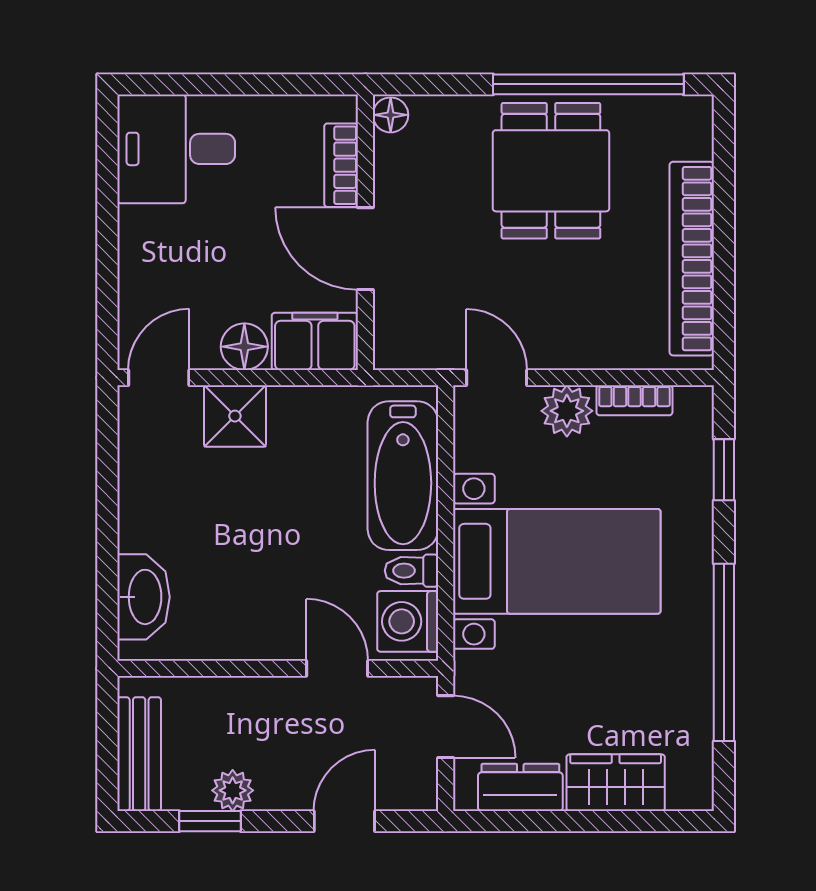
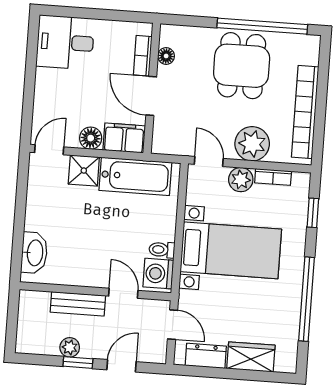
floor lamp: (391, 115) -> (166, 56), moved
plant: (585, 334) -> (252, 144), added
bathtub: (403, 476) -> (135, 176), moved, turned -90
bench: (139, 754) -> (78, 304), moved, turned 90
window: (210, 821) -> (78, 363), moved

